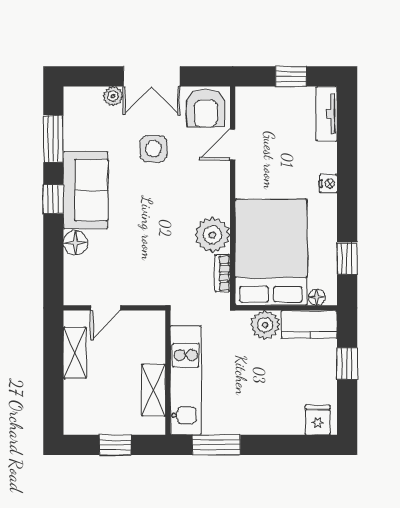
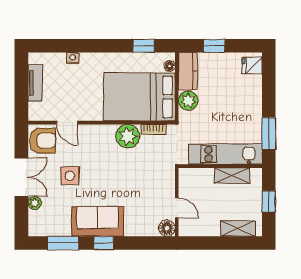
window: (291, 76) -> (21, 83), removed
tv unit: (327, 114) -> (35, 83), moved, turned -90
nightstand: (328, 184) -> (73, 58), moved
floor lamp: (75, 243) -> (167, 228), moved
shelving: (75, 353) -> (238, 229), moved

